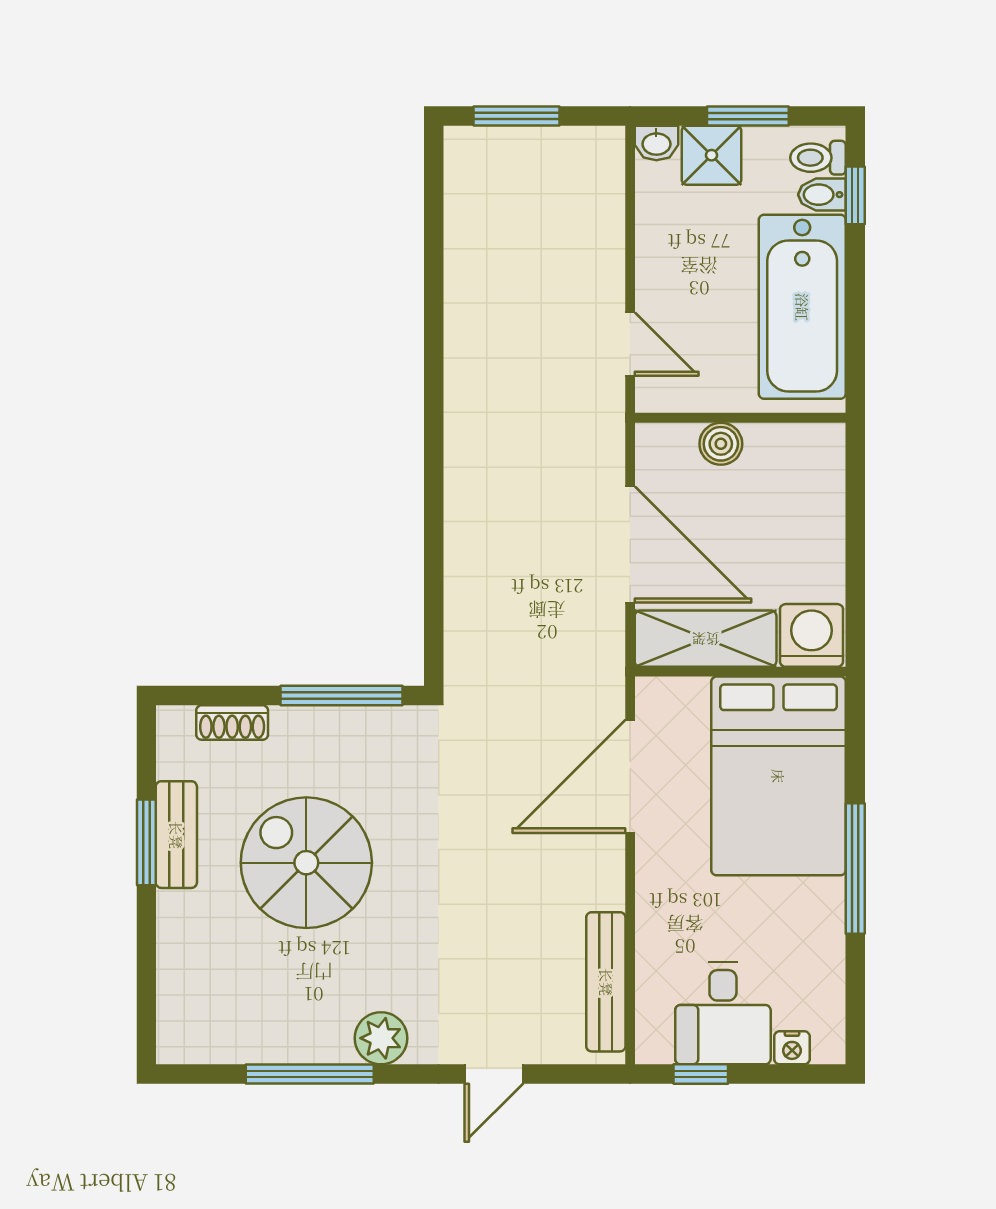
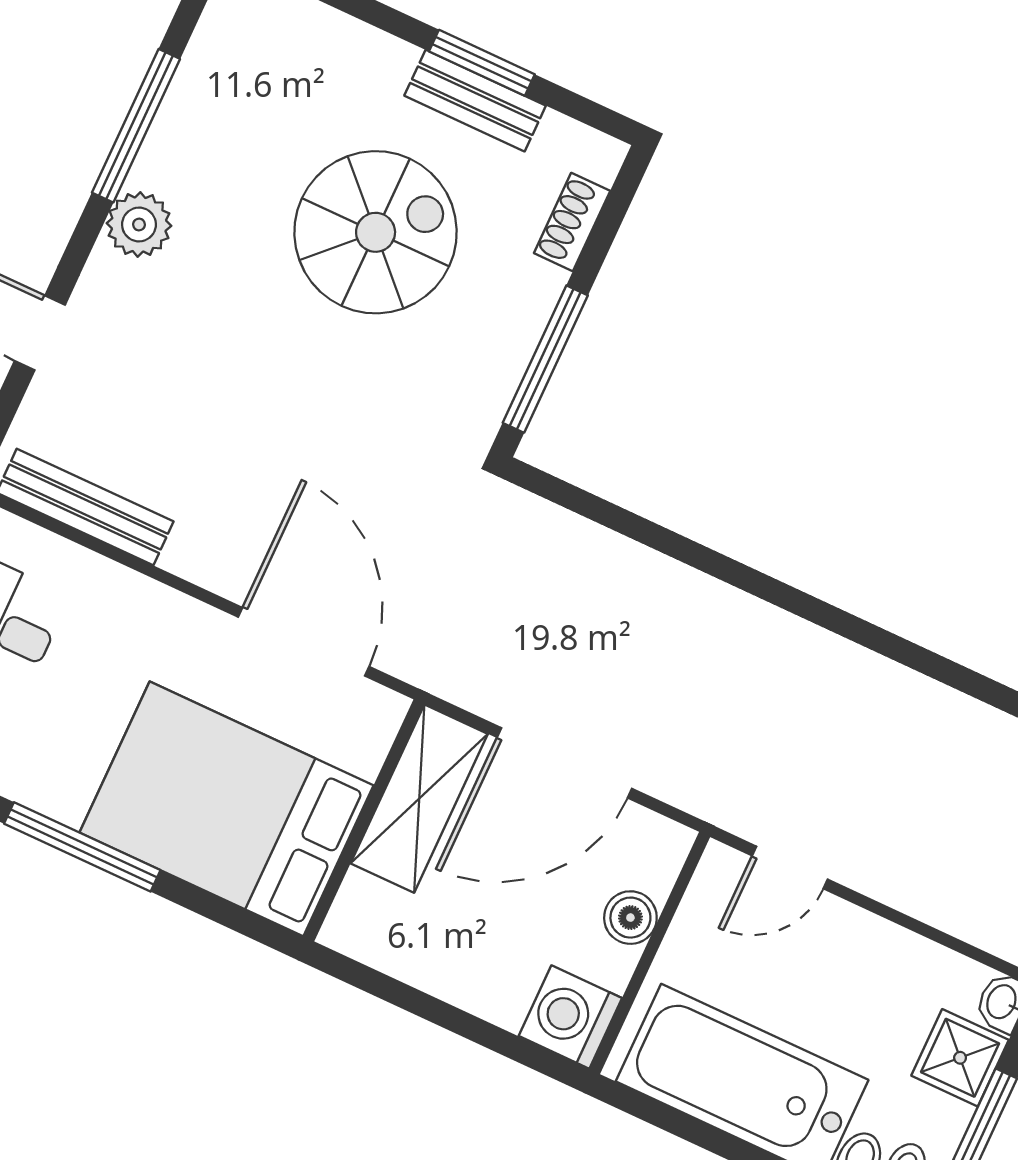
washing machine: (812, 635) -> (570, 1017), moved, turned 180

